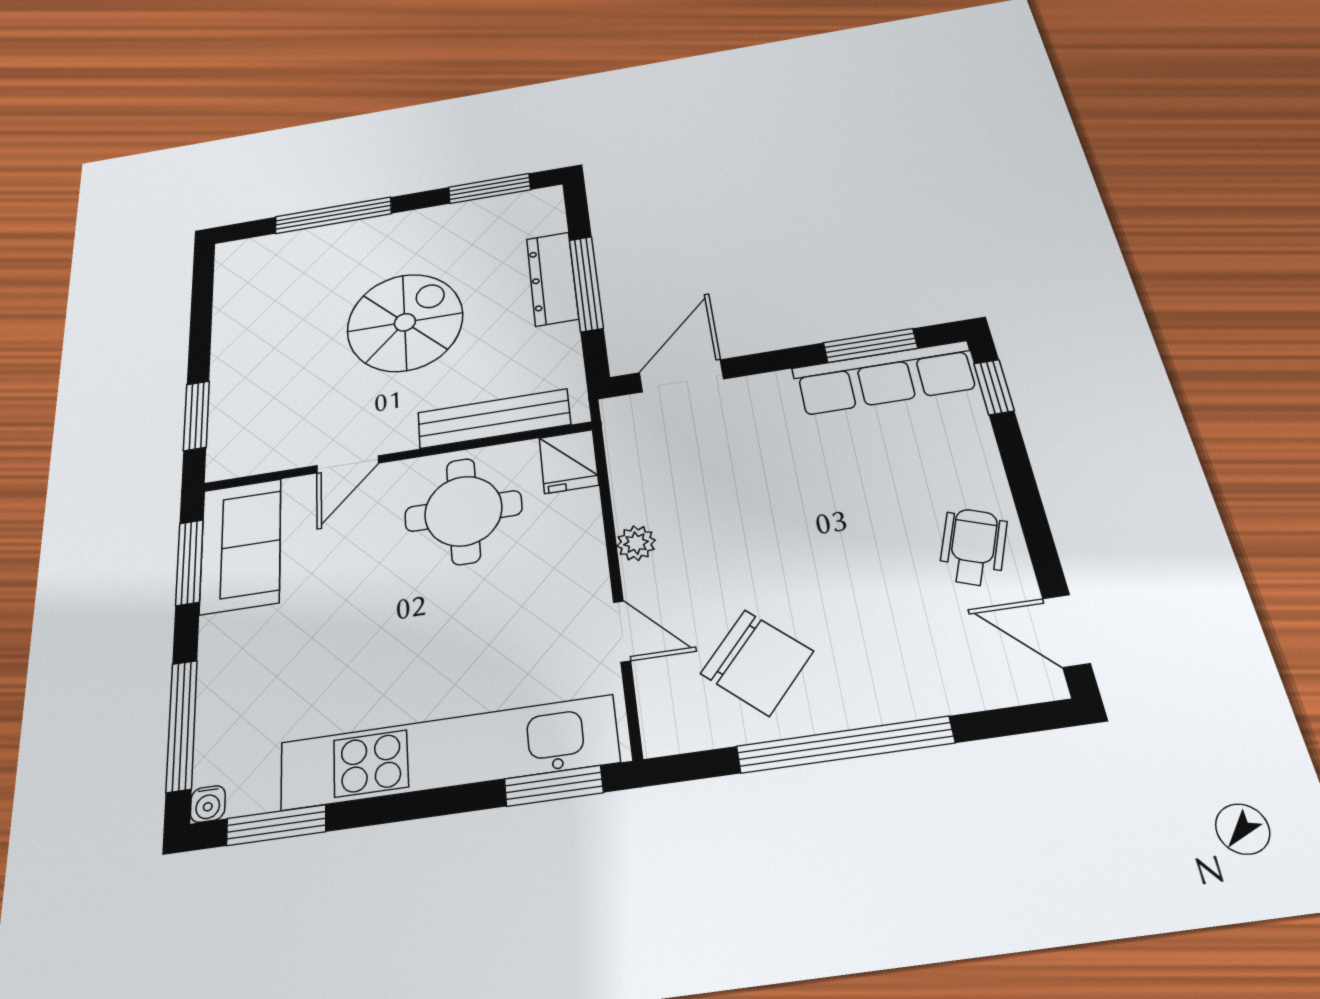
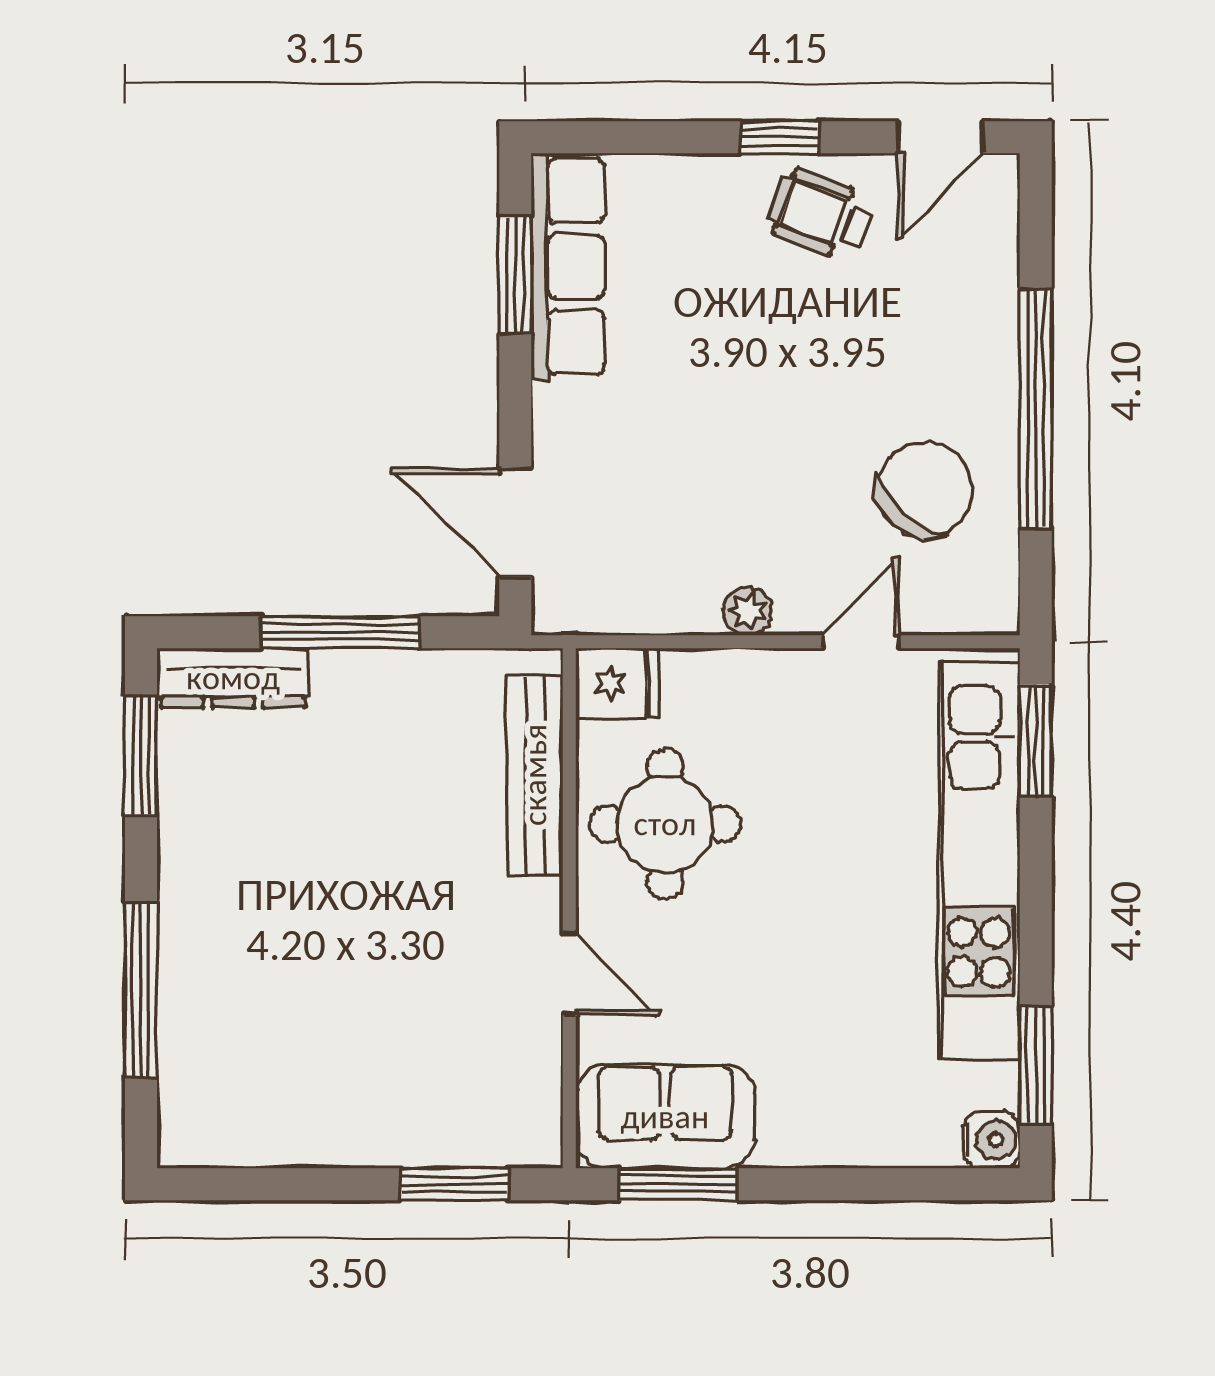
dresser: (552, 279) -> (233, 678), moved
spiral stairs: (405, 322) -> (355, 889), removed
window: (994, 387) -> (780, 137), moved
window: (182, 725) -> (897, 1184), removed
water cooler: (208, 804) -> (991, 1140), width x1.38, depth x1.38

